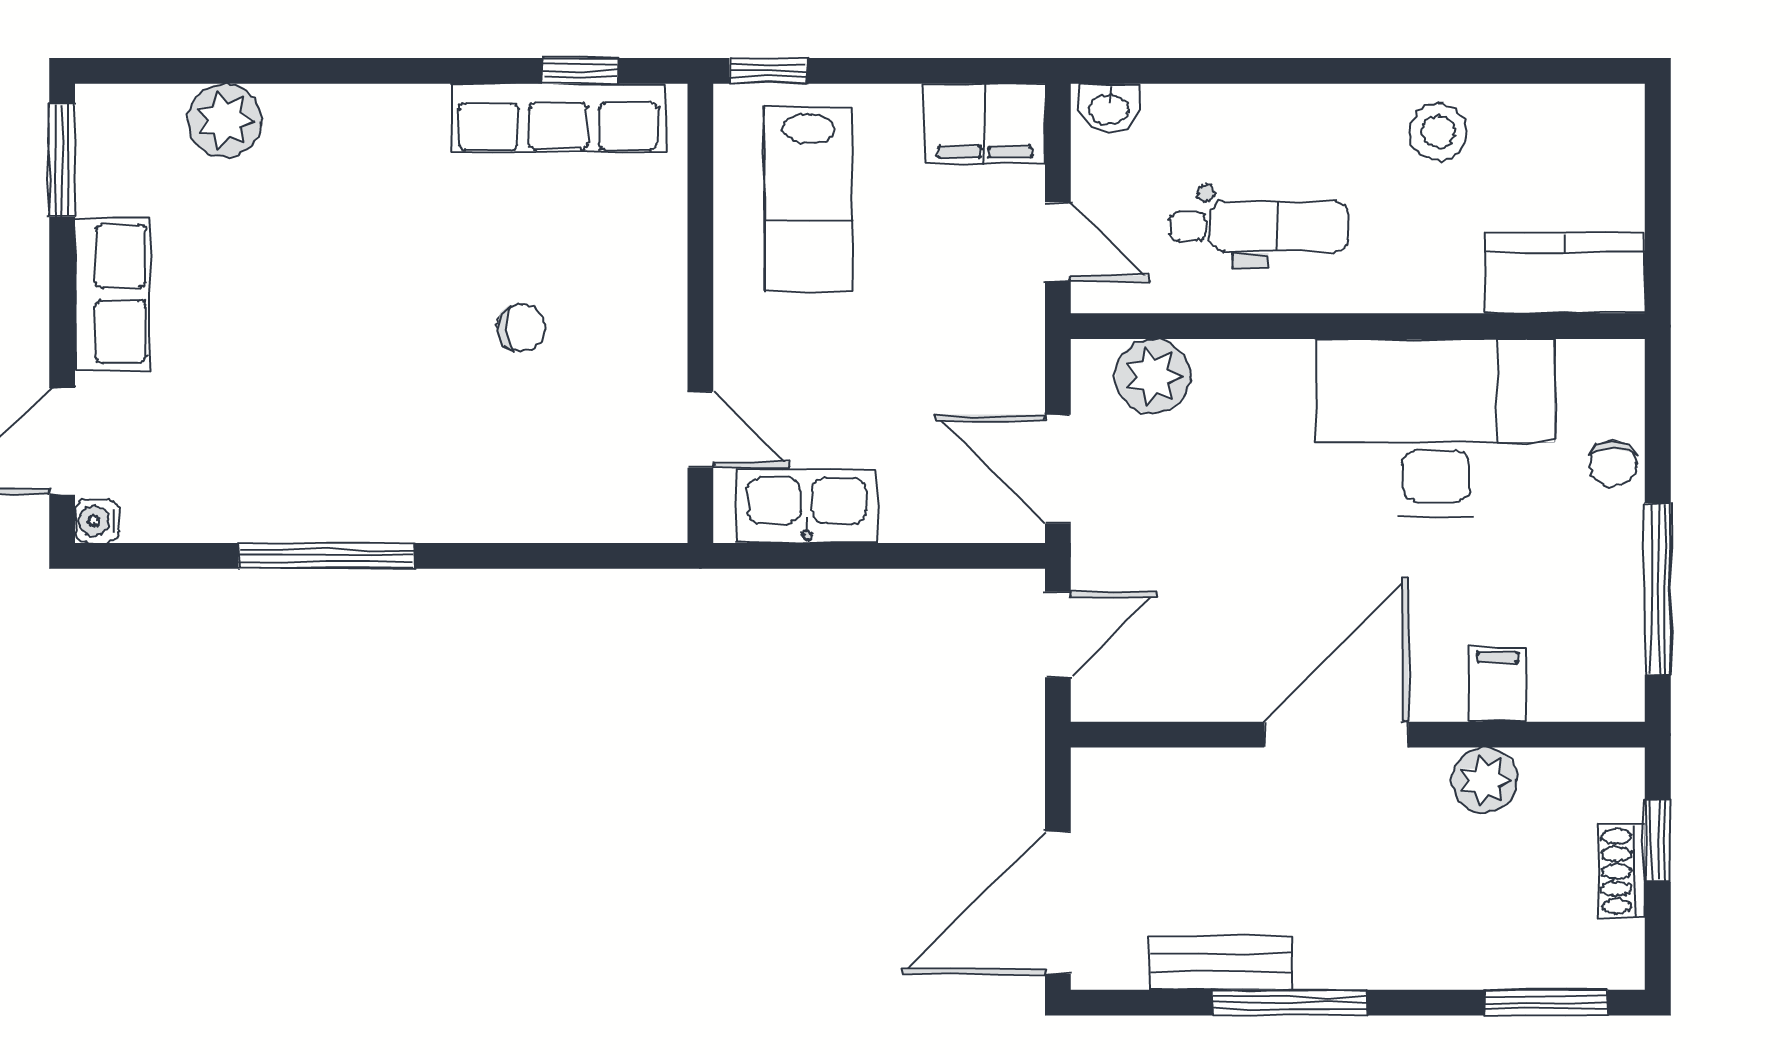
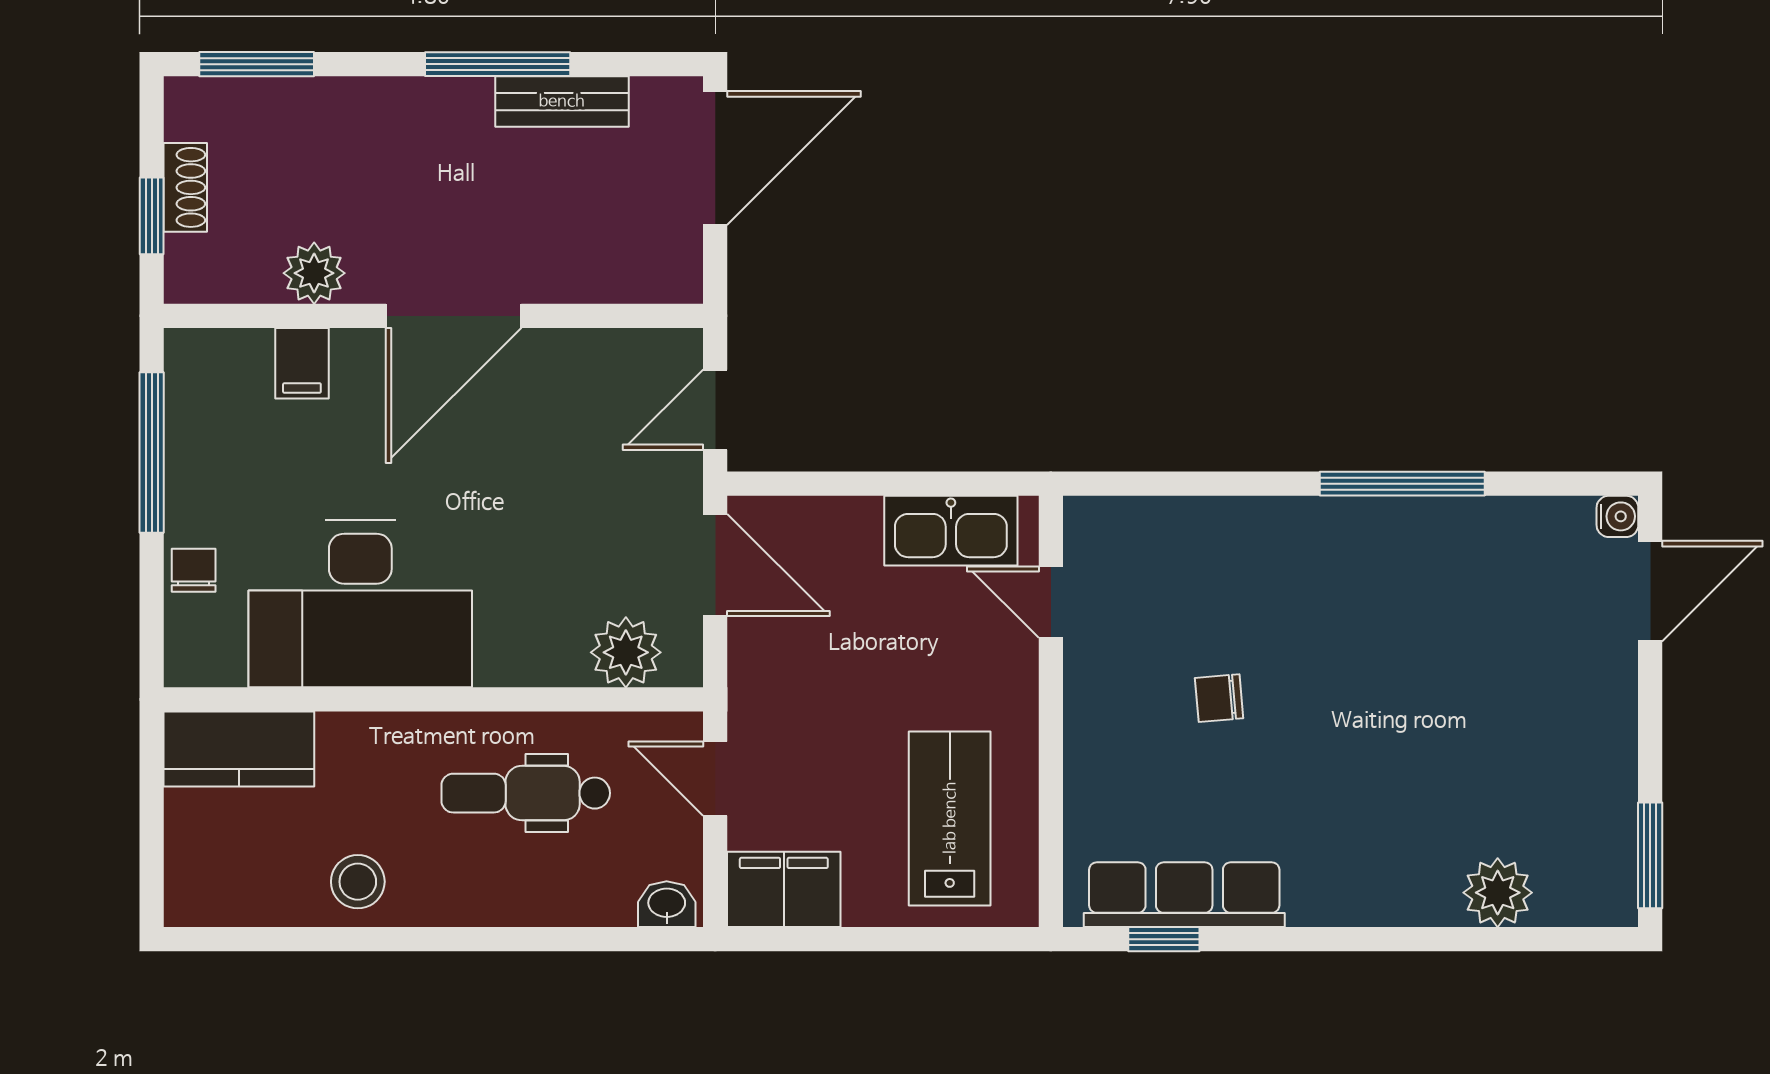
window: (768, 71) -> (987, 939), removed
row of seats: (112, 294) -> (1604, 730), removed

